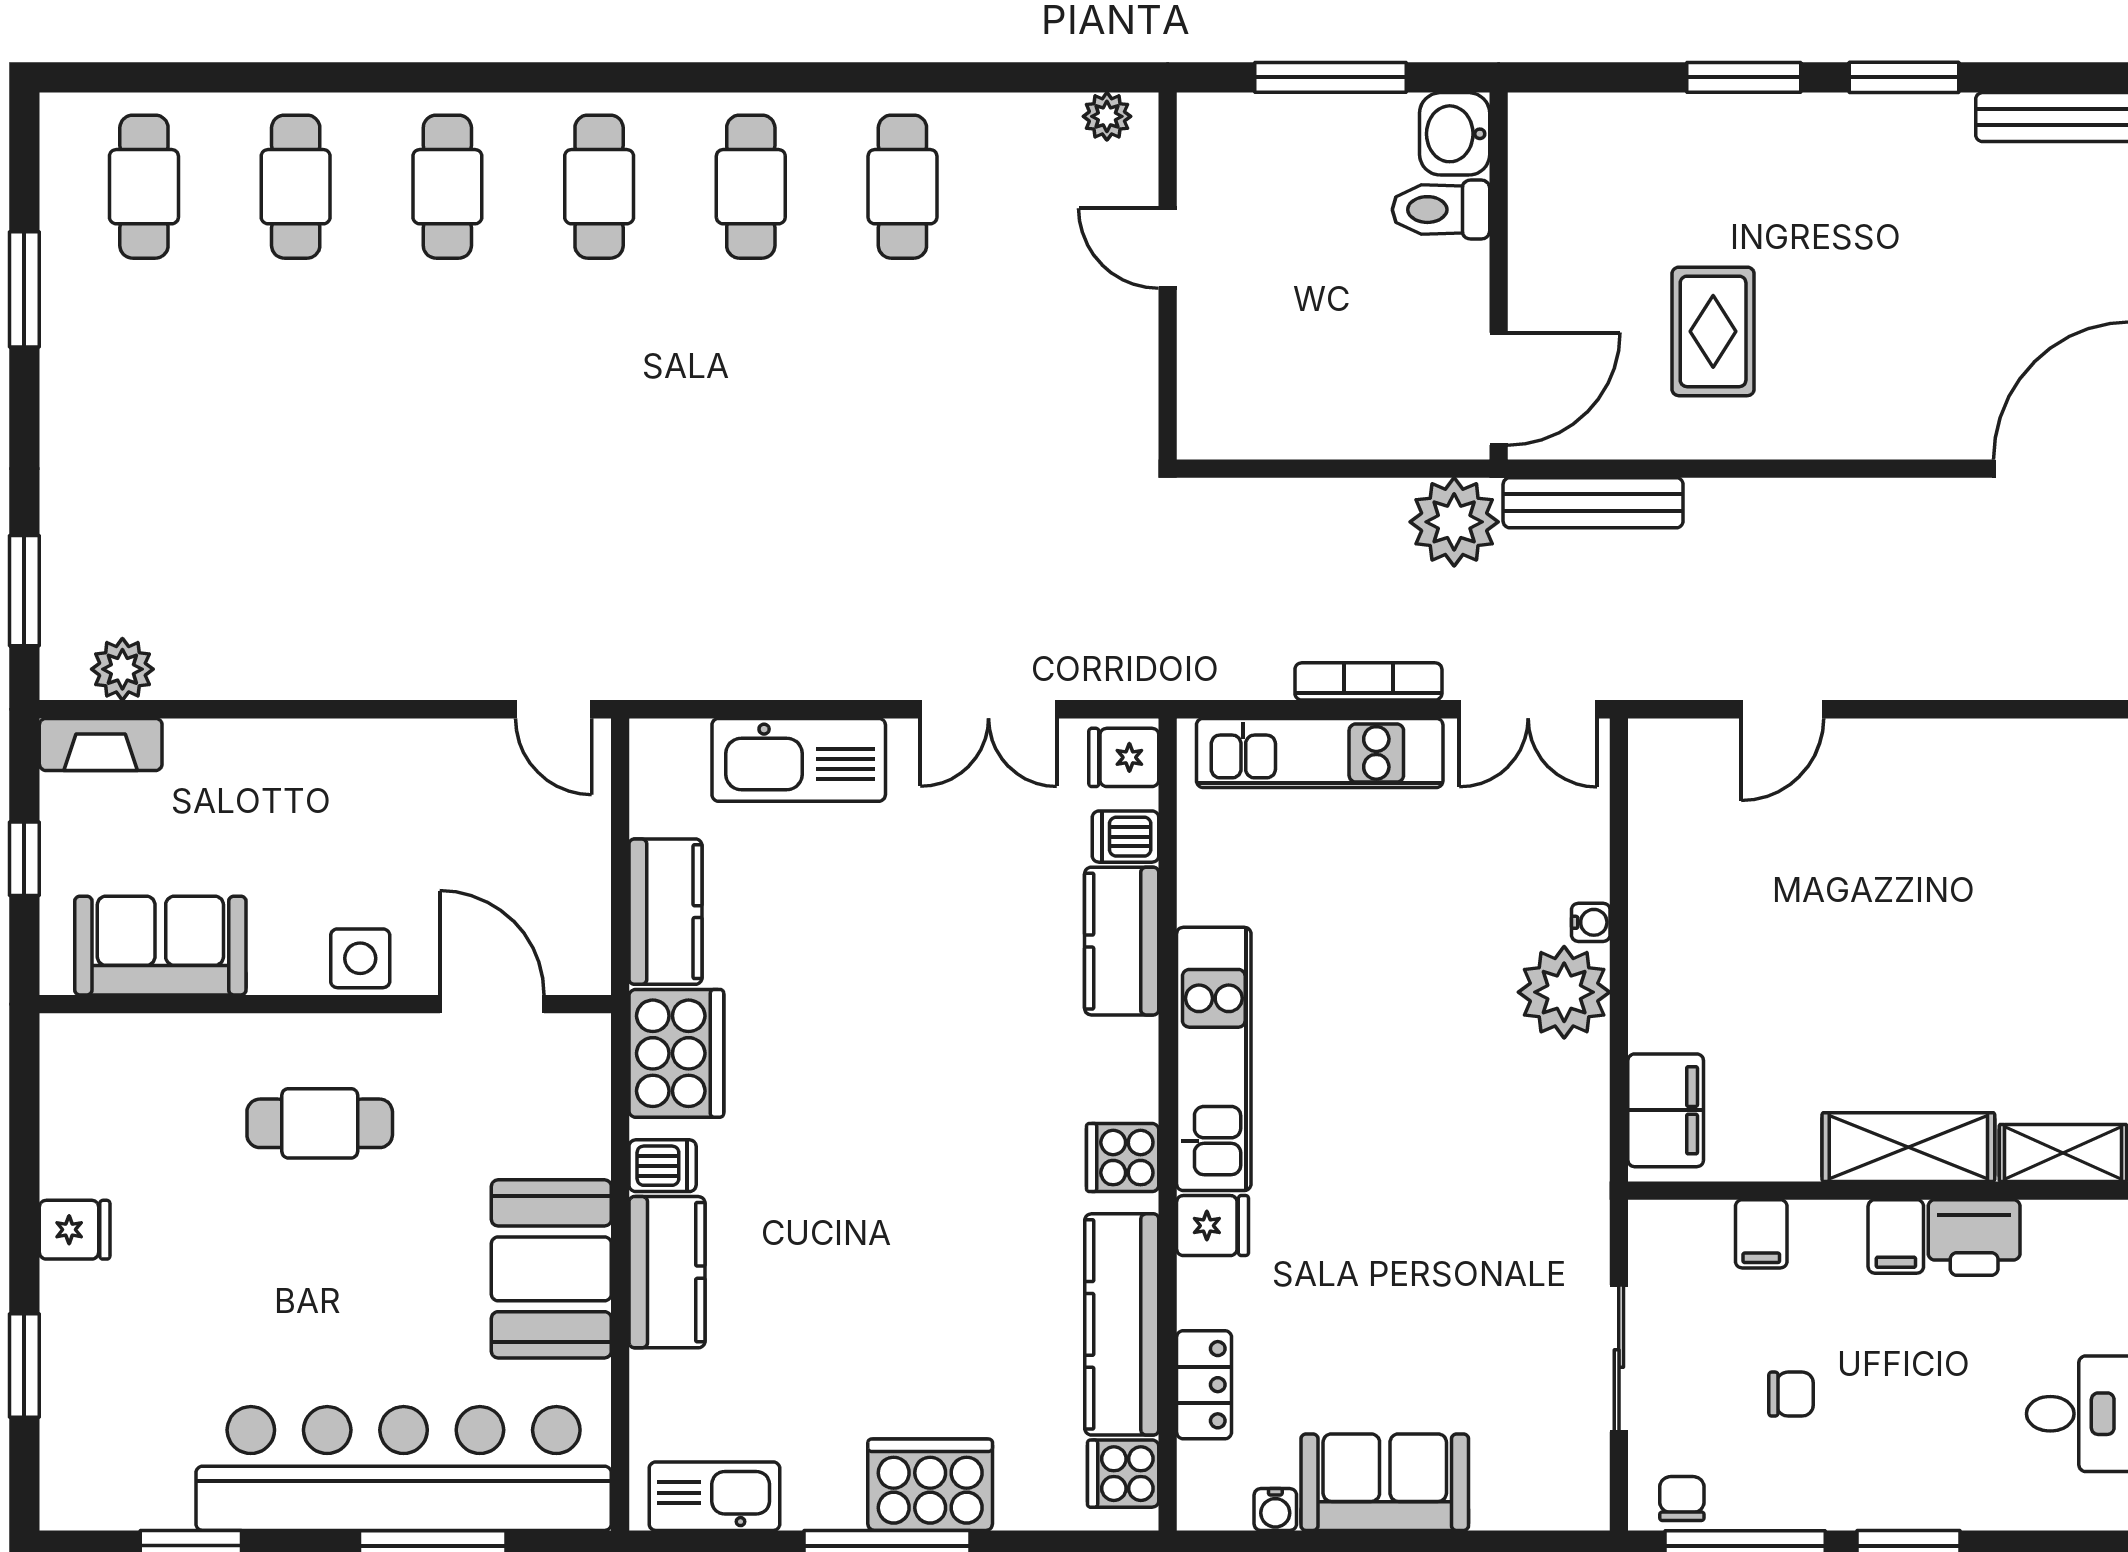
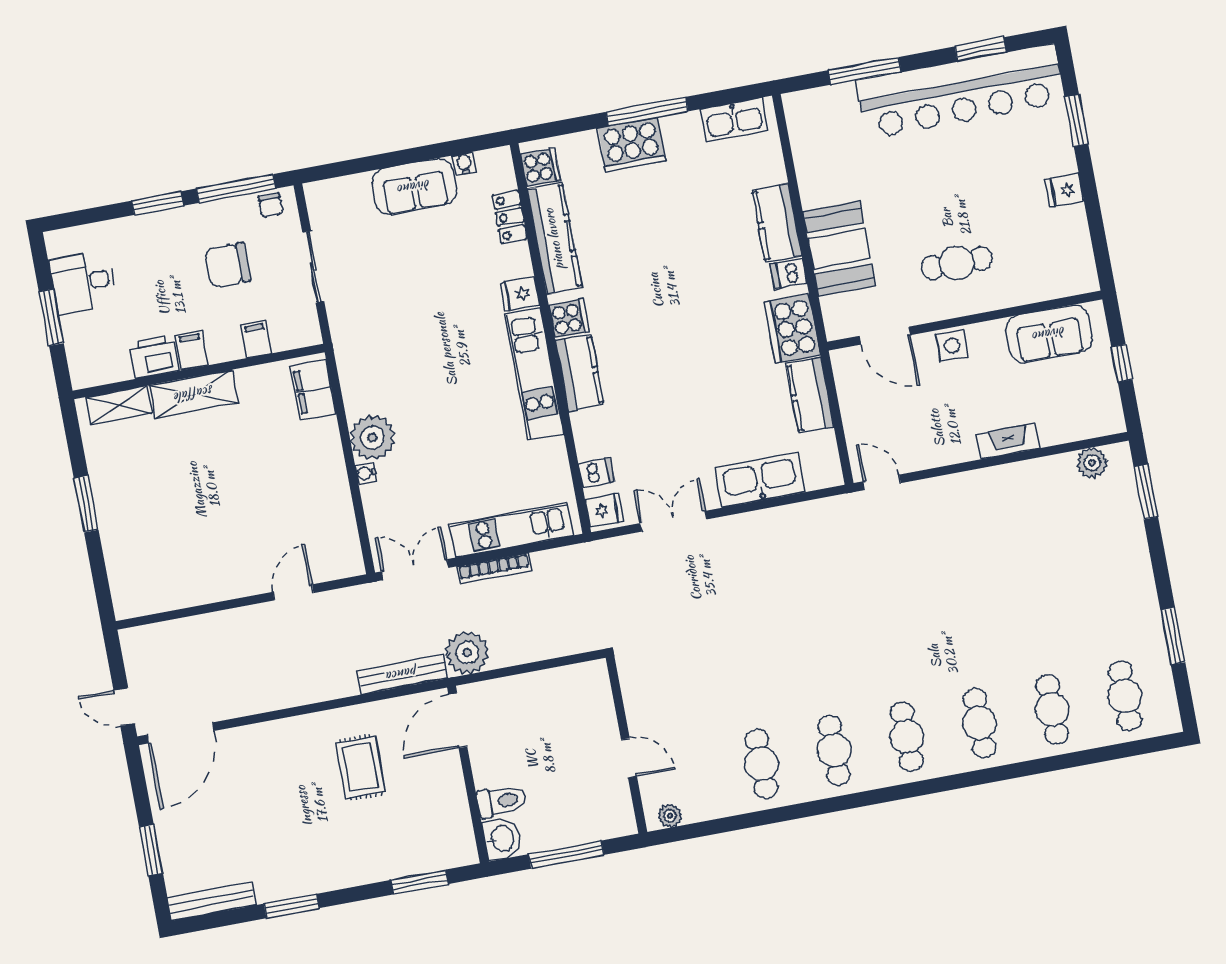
window: (1744, 77) -> (419, 882), moved
fireplace: (101, 744) -> (1008, 441), moved
kitchen counter: (1122, 941) -> (580, 373), moved
booth: (551, 1269) -> (839, 248), moved
chair: (1791, 1394) -> (228, 265), width x1.87, depth x1.87
bar counter: (404, 1469) -> (961, 91), moved

